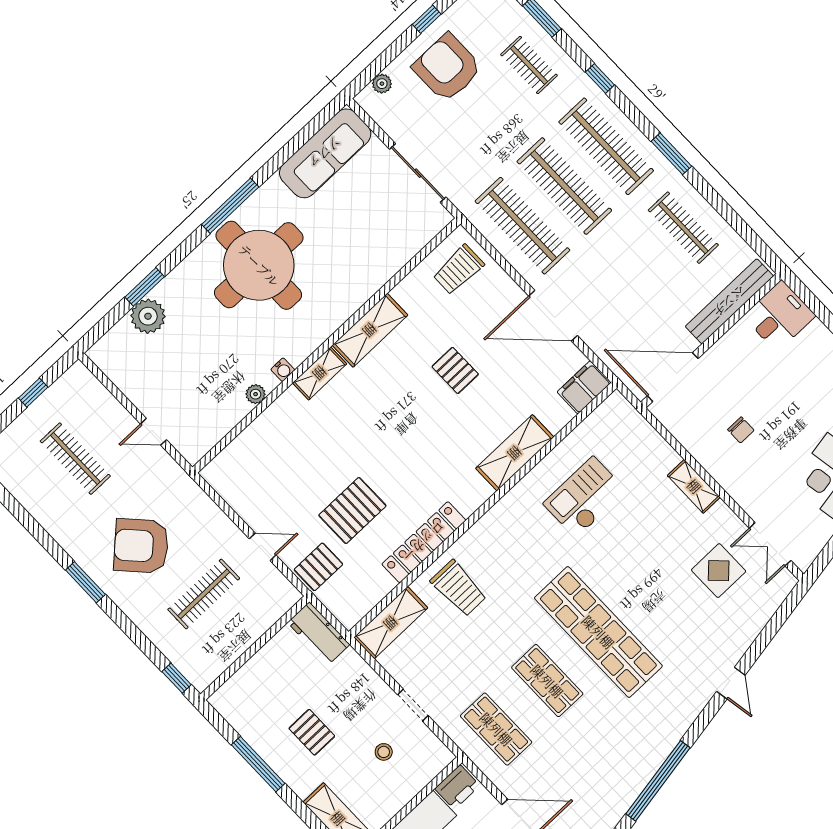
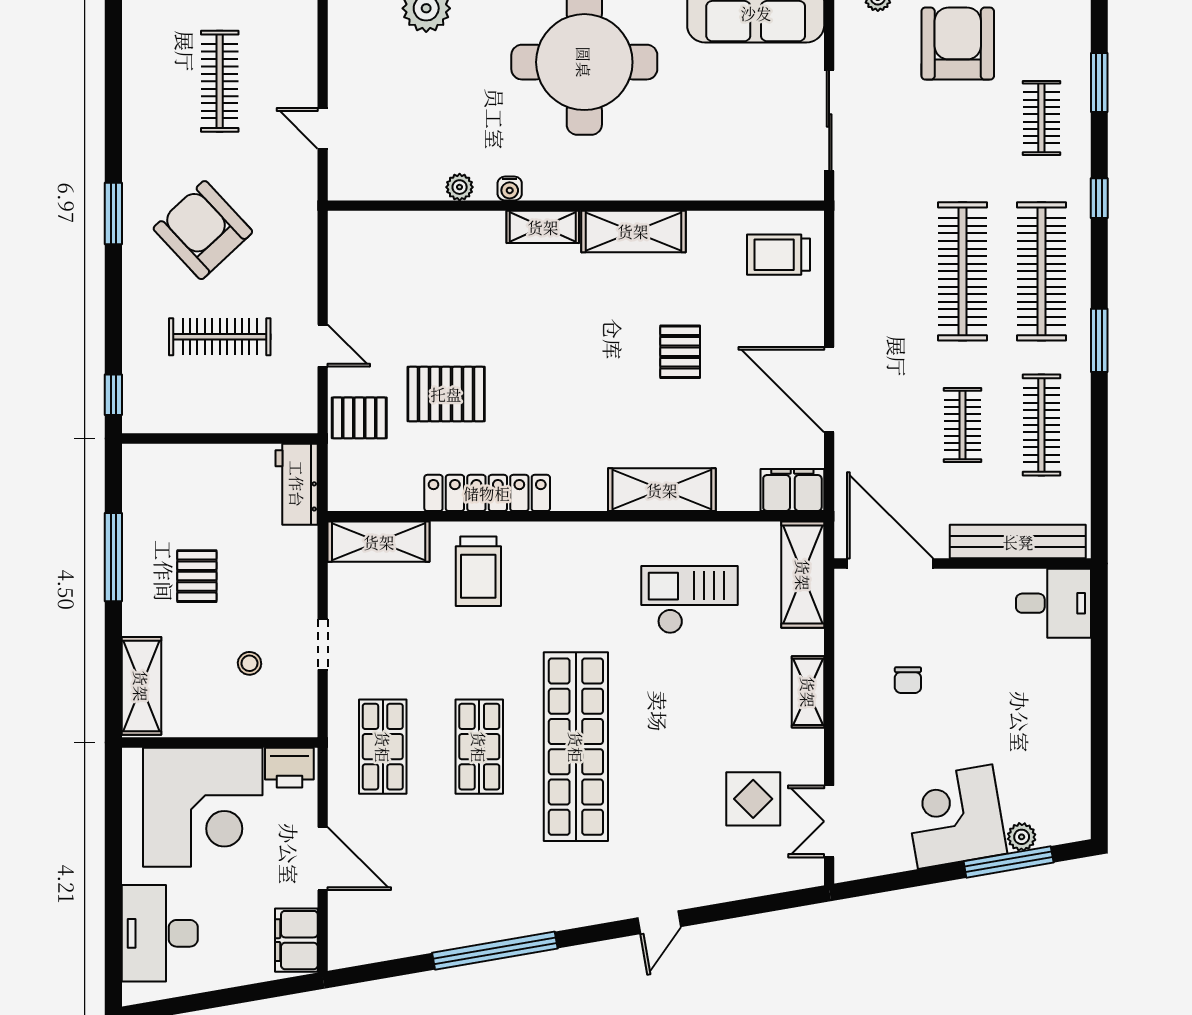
clothes rail: (523, 226) -> (963, 425), moved, width x0.54, depth x0.76
shelving: (632, 427) -> (803, 575), added

